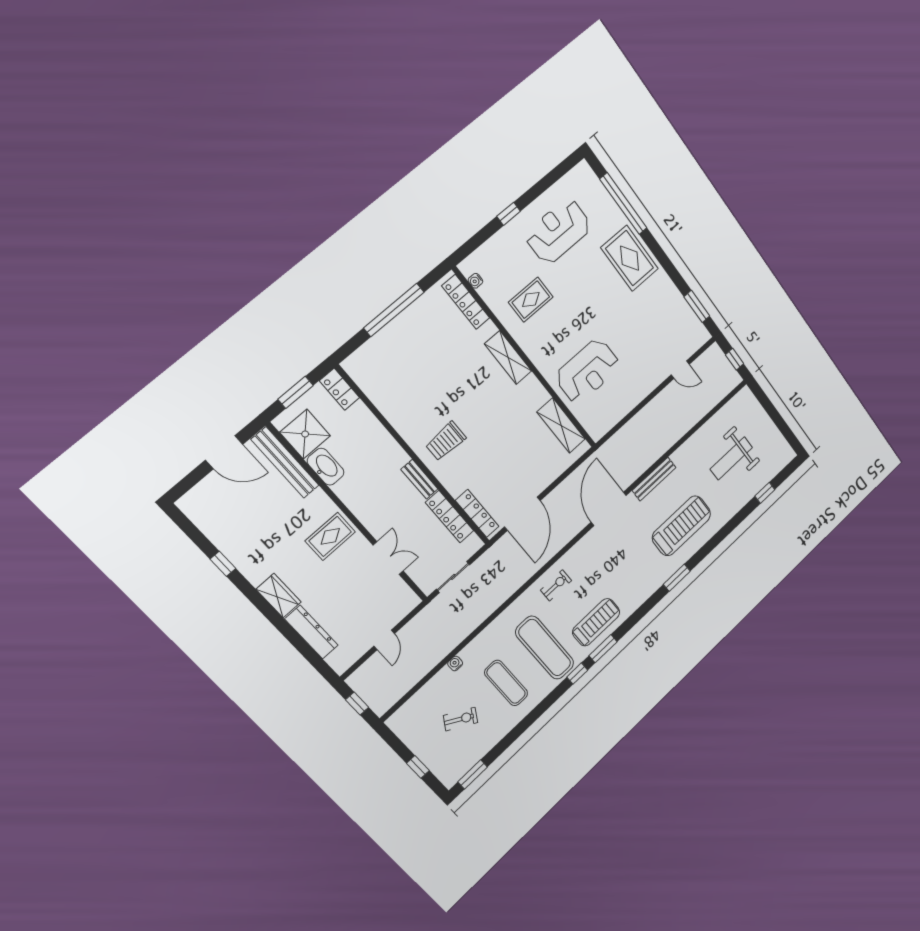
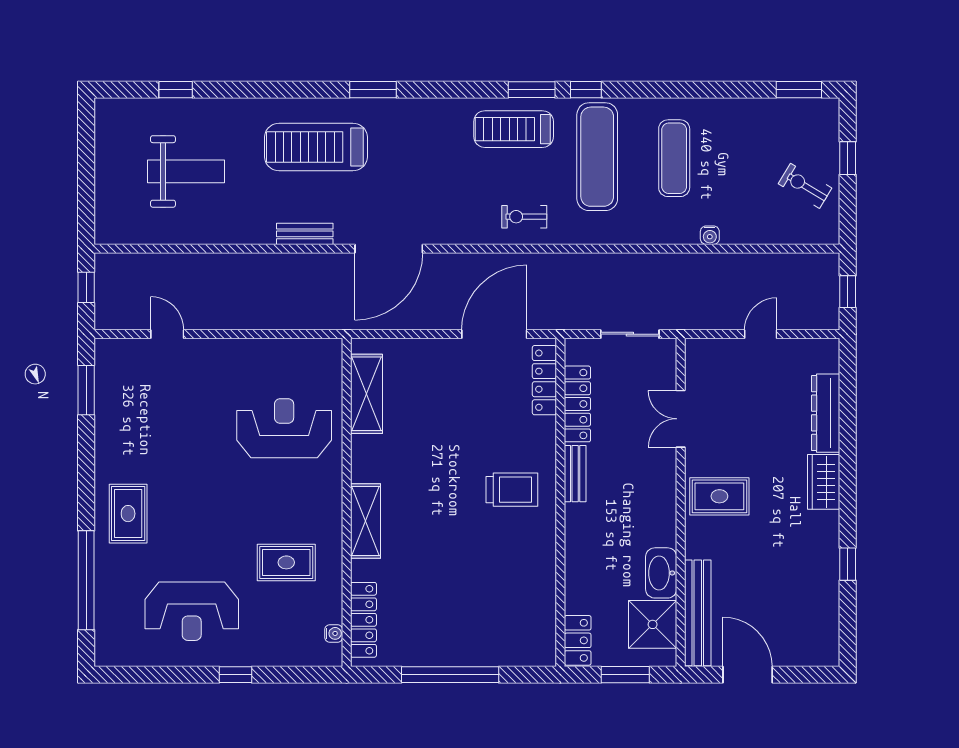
rug: (630, 258) -> (128, 514), width x0.73, depth x0.70
bench: (654, 479) -> (305, 234), width x0.73
exercise bike: (461, 719) -> (805, 186), moved

